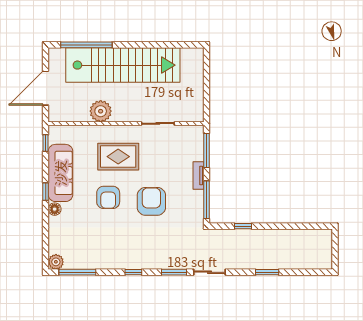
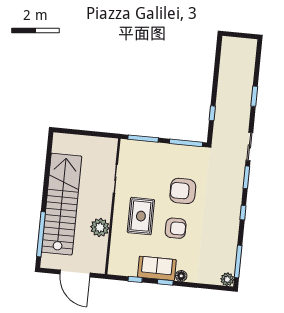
window: (46, 143) -> (135, 279), moved
sofa: (60, 173) -> (157, 268), width x0.73
tv unit: (198, 176) -> (164, 148), removed

